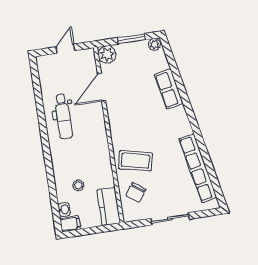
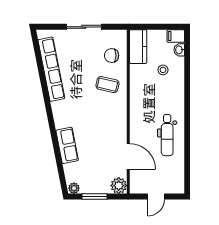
door: (102, 87) -> (128, 157), hinge flipped
dental chair: (63, 116) -> (167, 135), turned 180
coffee table: (135, 161) -> (107, 85), width x0.73, depth x0.77
chair: (136, 192) -> (112, 56), turned -126

